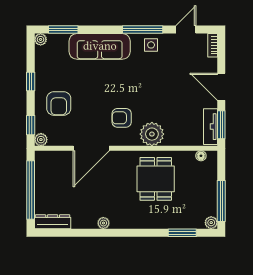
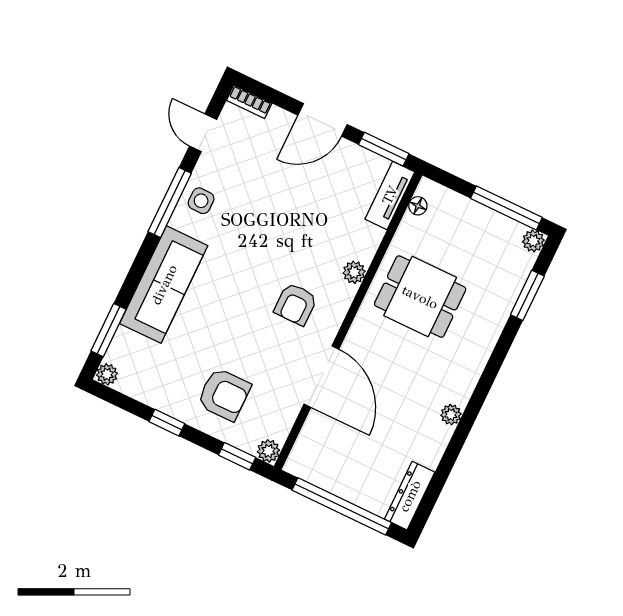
tv unit: (211, 127) -> (390, 195), moved, turned 90
plant: (152, 134) -> (354, 272), width x0.53, depth x0.53

